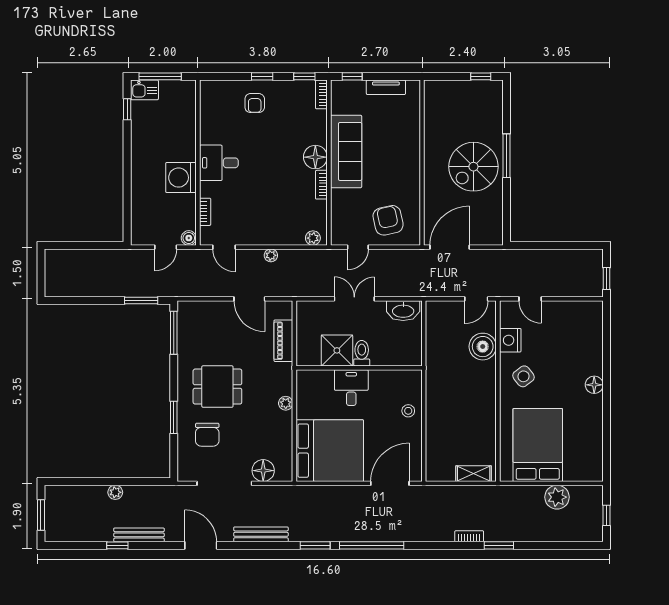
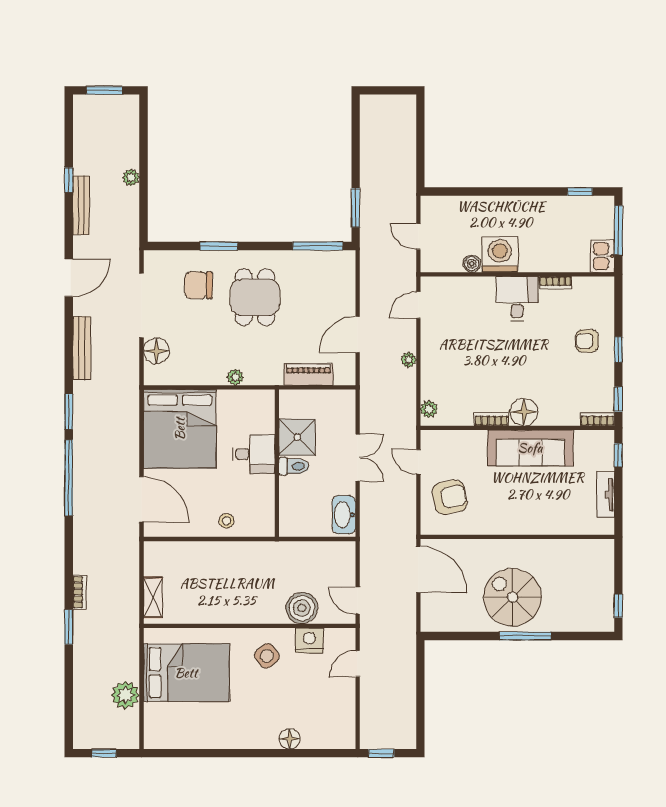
kitchen sink: (144, 90) -> (603, 256), moved
bookcase: (205, 212) -> (556, 283), moved
boiler: (189, 238) -> (472, 264), moved
floor lamp: (594, 385) -> (290, 739), moved

